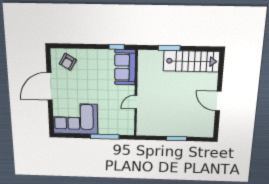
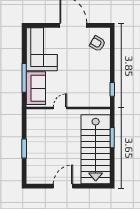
stairs: (191, 61) -> (96, 149), width x1.36, depth x1.51
sofa: (125, 67) -> (36, 88), moved, turned 90
door: (136, 102) -> (60, 108), hinge flipped

